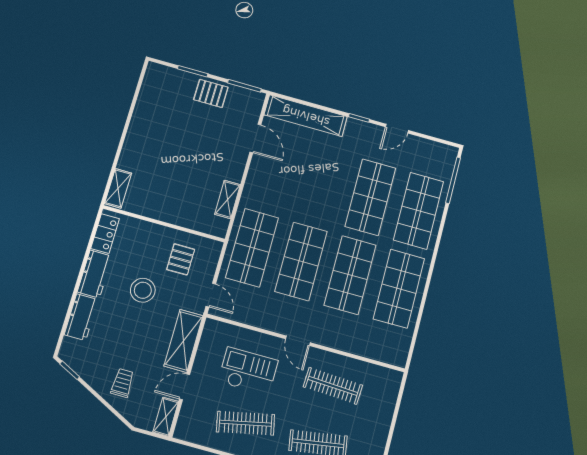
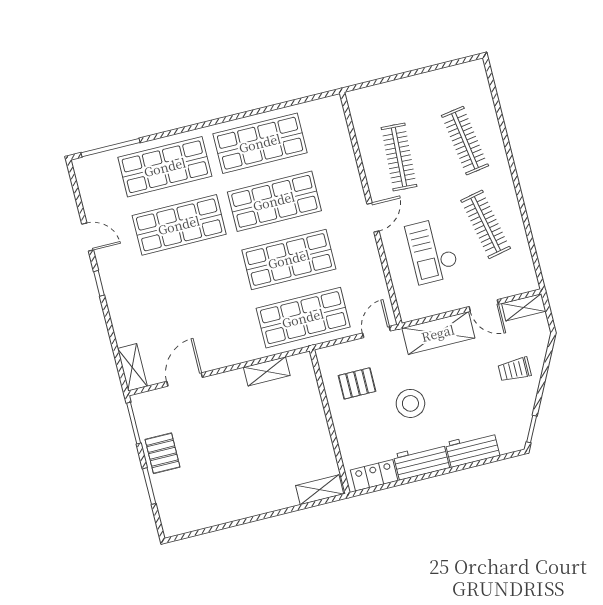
shelving: (306, 116) -> (132, 367), width x0.45, depth x0.75

